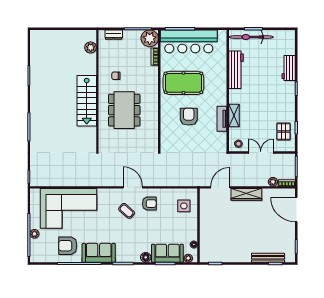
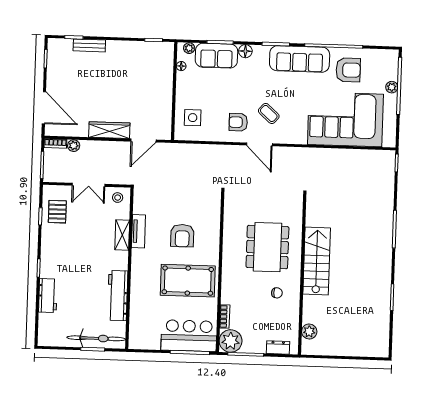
bar counter: (189, 41) -> (189, 336), width x0.73
sofa: (99, 253) -> (300, 59), width x1.36
bench: (268, 258) -> (89, 45), width x0.73

